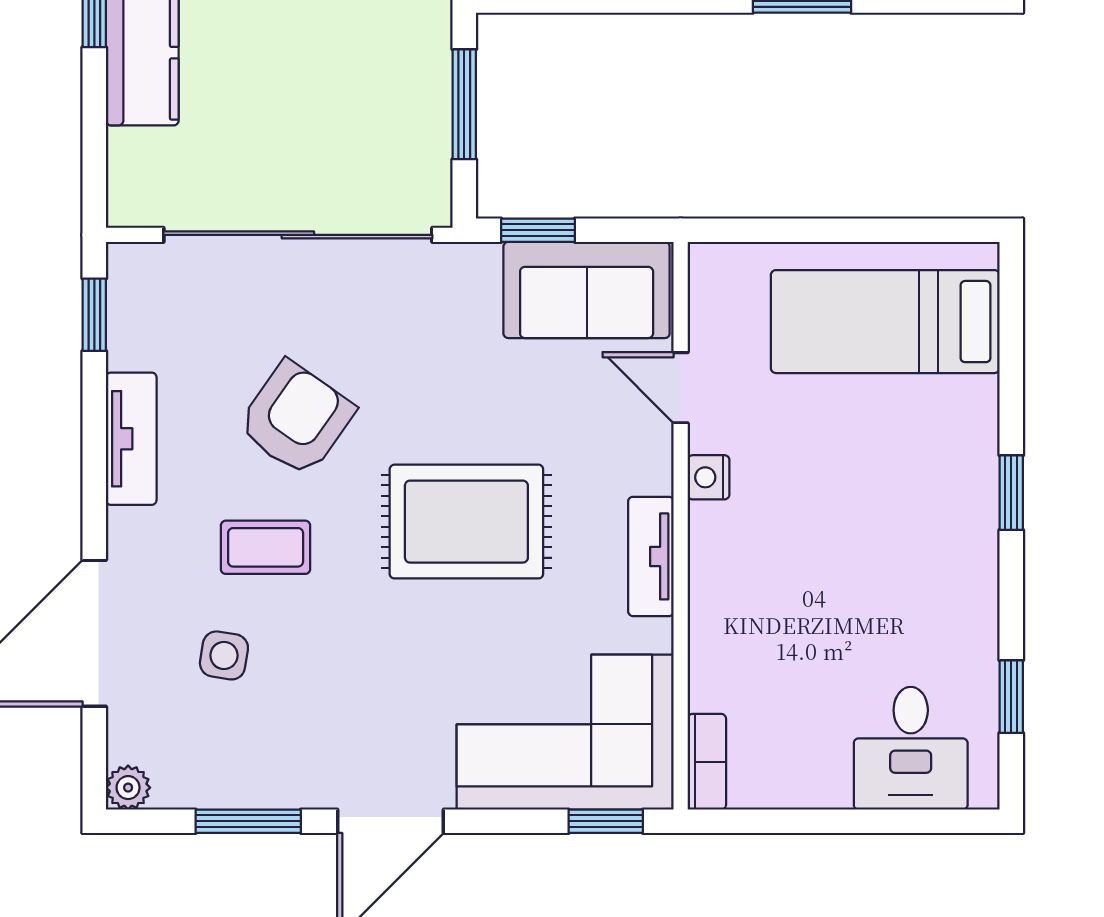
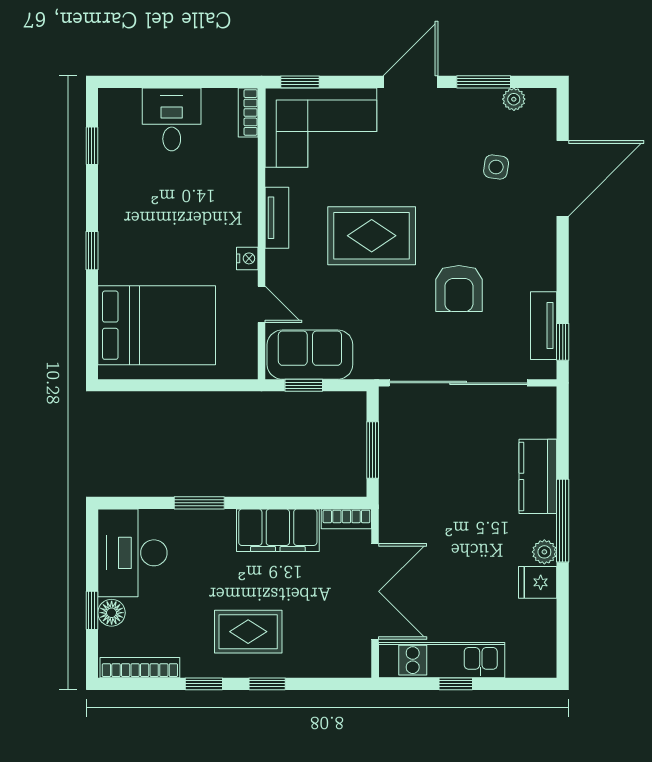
window: (538, 230) -> (304, 385), moved
bed: (885, 322) -> (157, 325), width x1.50
armchair: (296, 419) -> (459, 289), turned -35
tv unit: (131, 439) -> (544, 326), moved
coffee table: (266, 547) -> (475, 223), removed
desk: (911, 748) -> (172, 119), moved
plant: (128, 788) -> (514, 99), moved

